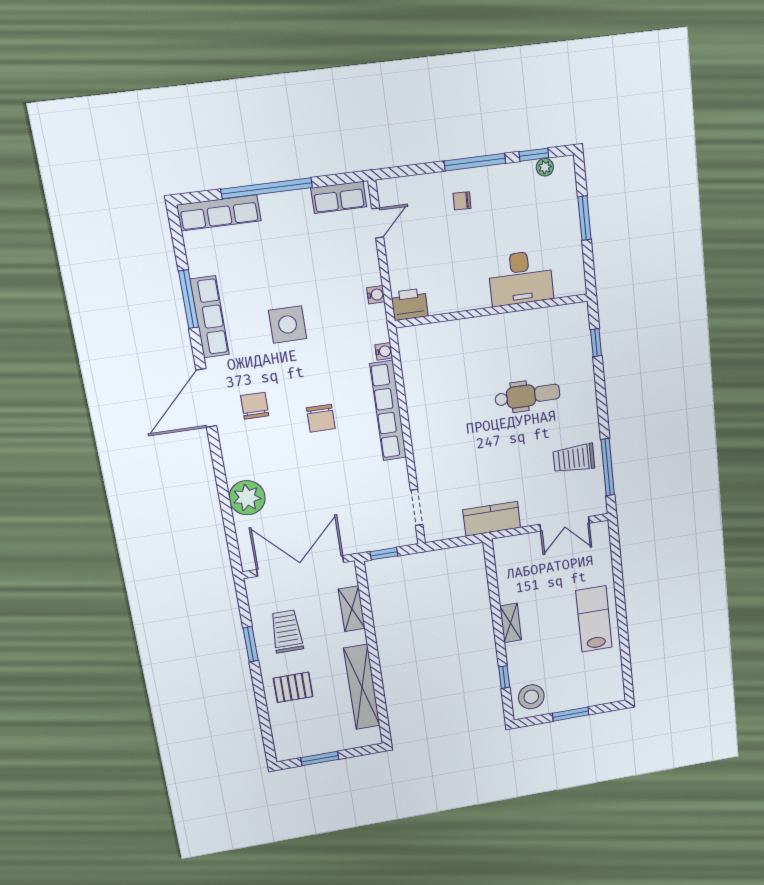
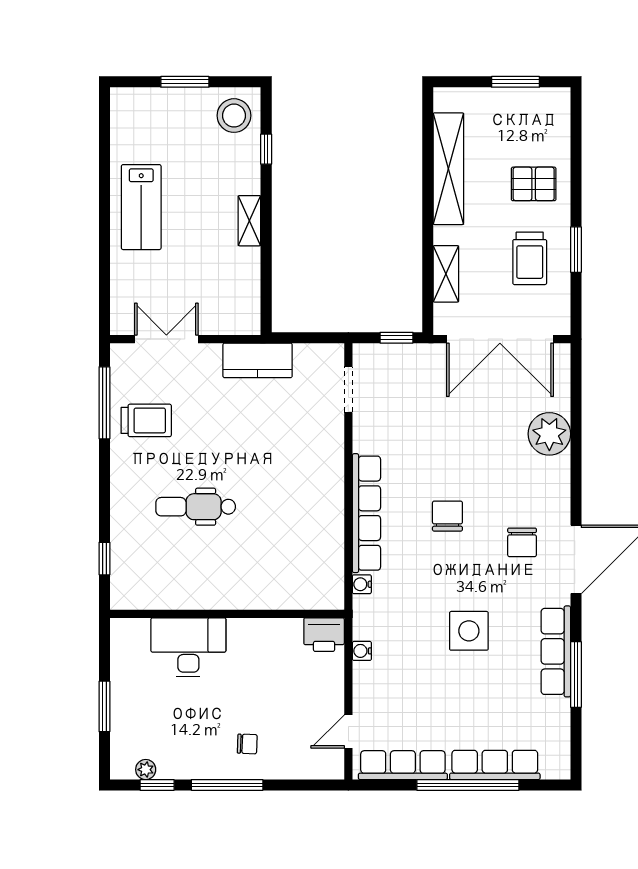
row of seats: (339, 197) -> (403, 765), width x1.48
row of seats: (219, 213) -> (495, 765), moved

